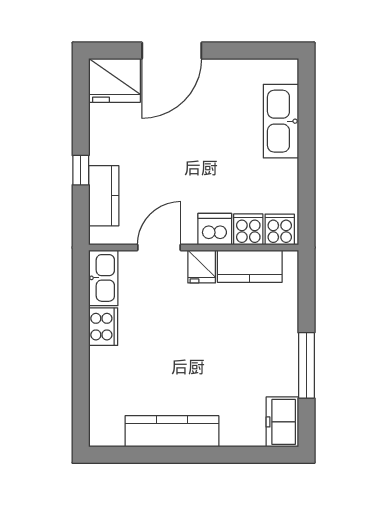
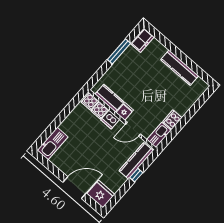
kitchen sink: (281, 121) -> (53, 143), moved
kitchen counter: (104, 196) -> (136, 161), width x1.50

